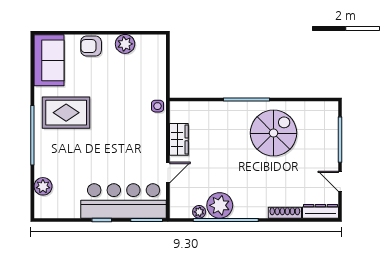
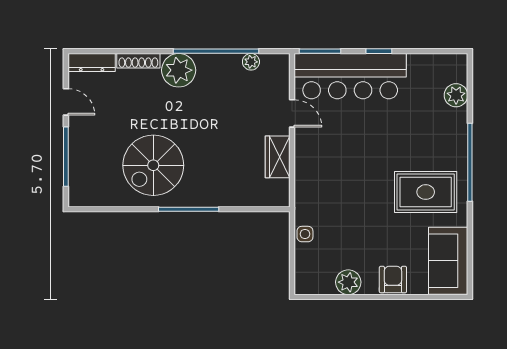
armchair: (91, 46) -> (393, 280), turned -90
side table: (157, 106) -> (305, 234), moved
door: (168, 173) -> (292, 113), swing flipped
plant: (220, 205) -> (179, 70), moved

